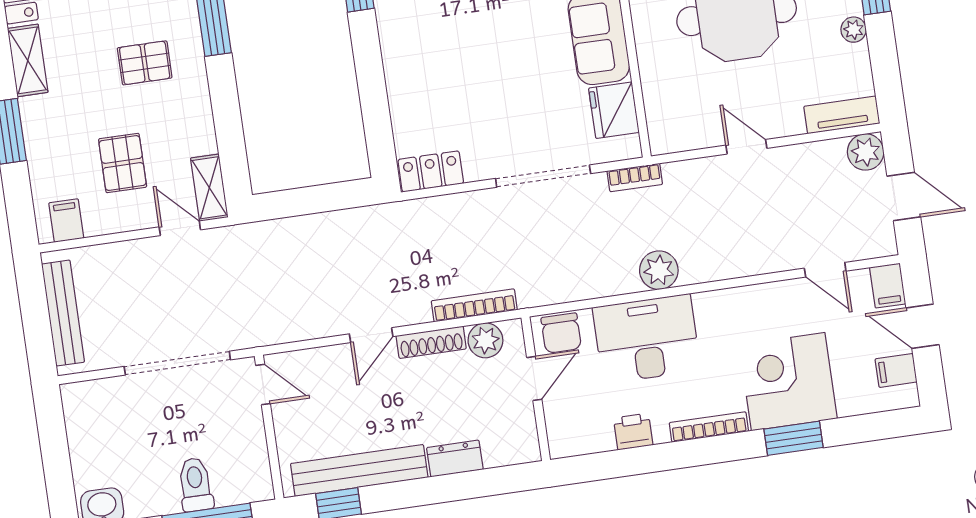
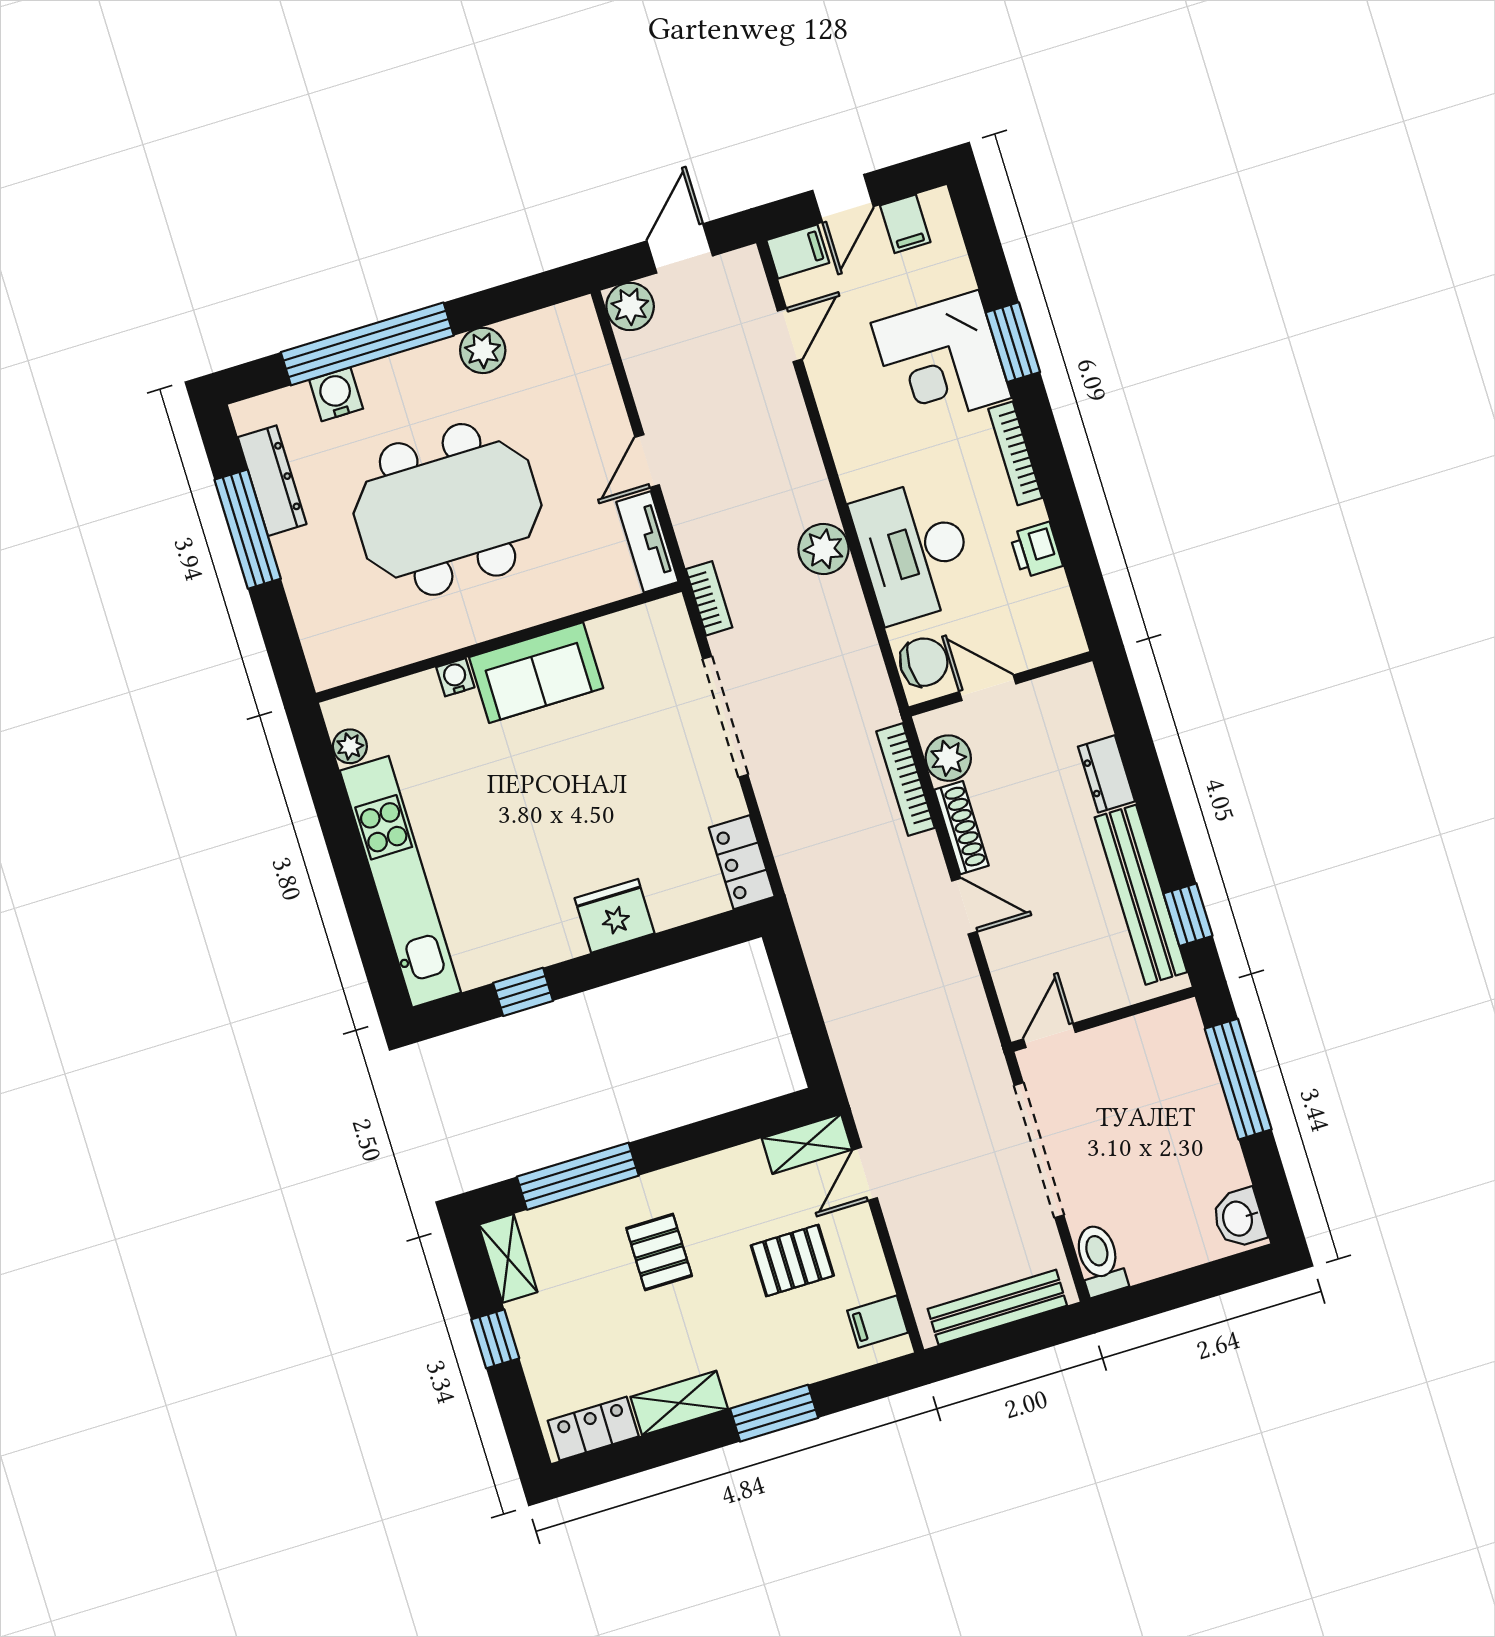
plant: (854, 30) -> (483, 350), width x1.38, depth x1.38
fridge: (614, 110) -> (615, 916), moved, turned 180
tv unit: (842, 115) -> (647, 542), moved
toilet: (195, 484) -> (1100, 1260), moved, turned 90

